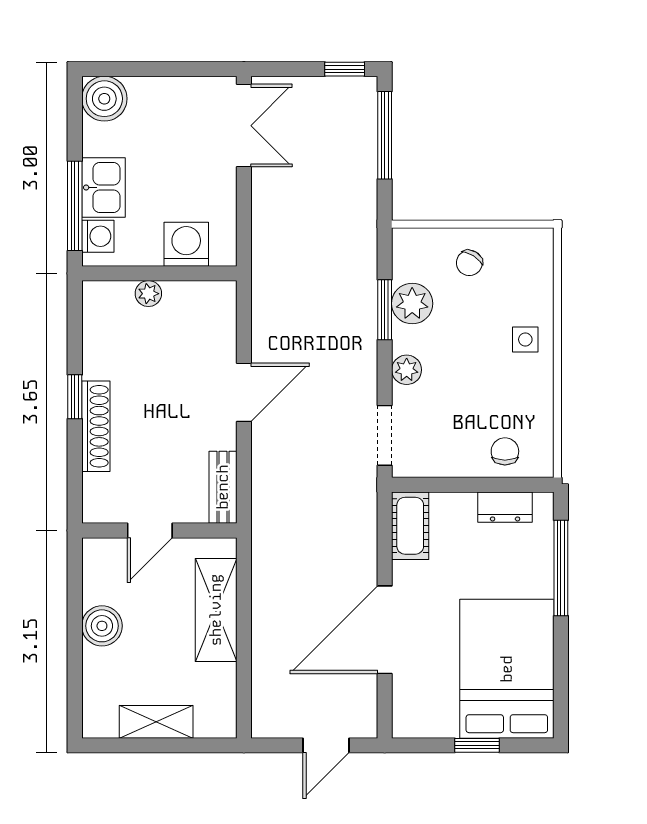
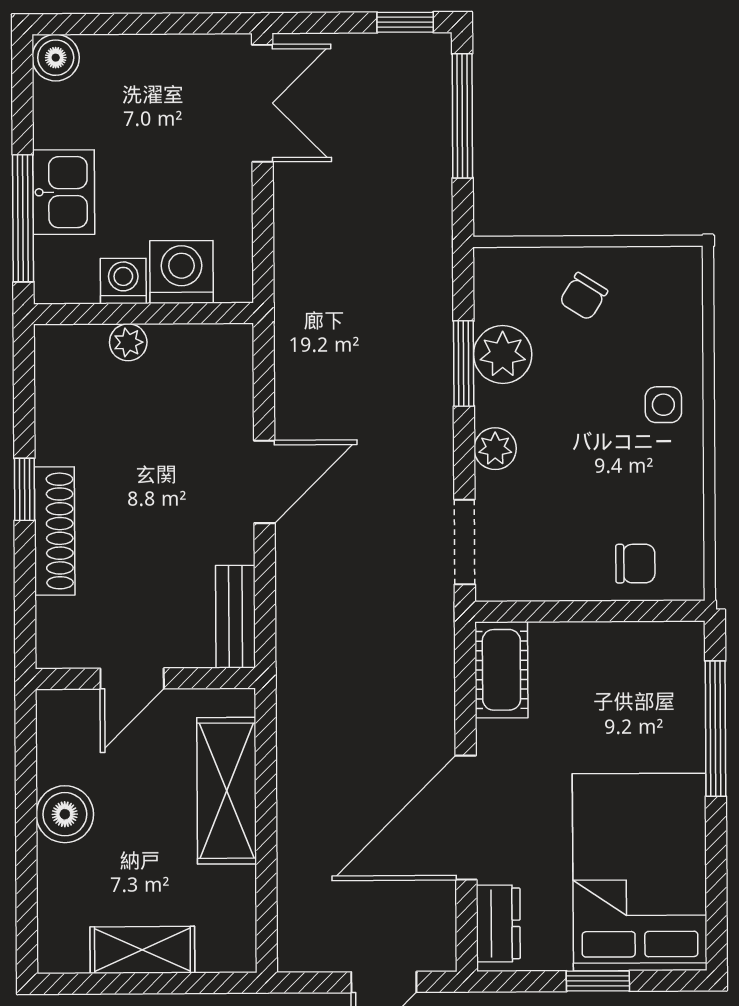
boiler: (104, 99) -> (56, 58), width x0.73, depth x0.73
washing machine: (98, 236) -> (123, 281), moved, turned -90
chair: (505, 451) -> (635, 564), turned 90
dresser: (505, 507) -> (498, 923), moved, turned -90

